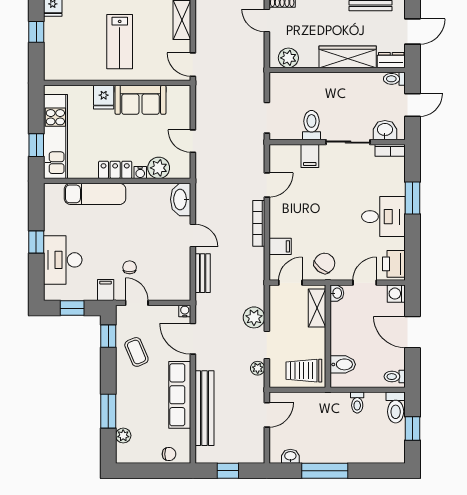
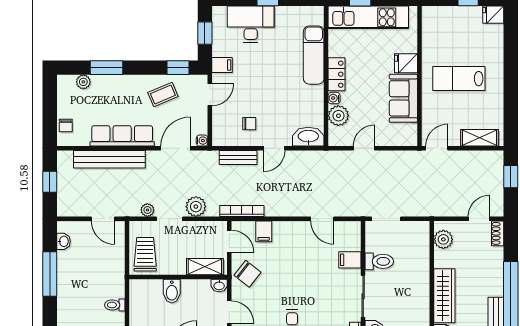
bookcase: (259, 223) -> (242, 211), moved
chair: (130, 267) -> (249, 124), moved
bidet: (343, 364) -> (172, 291), moved

